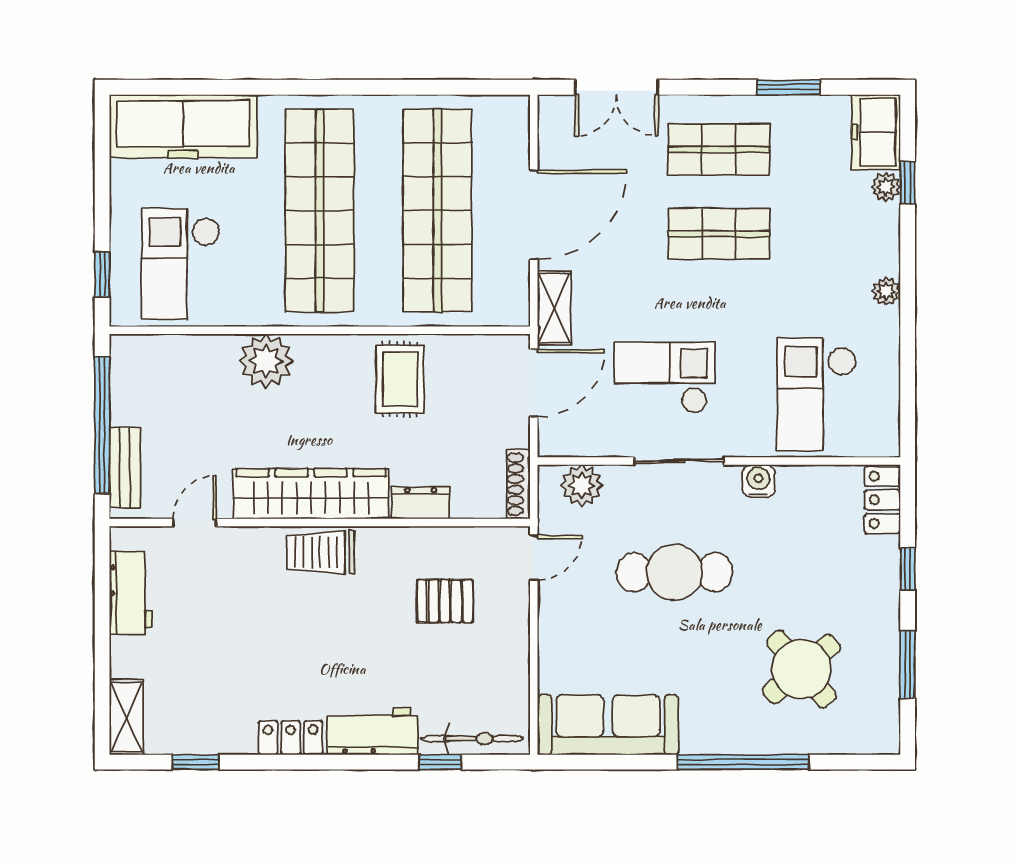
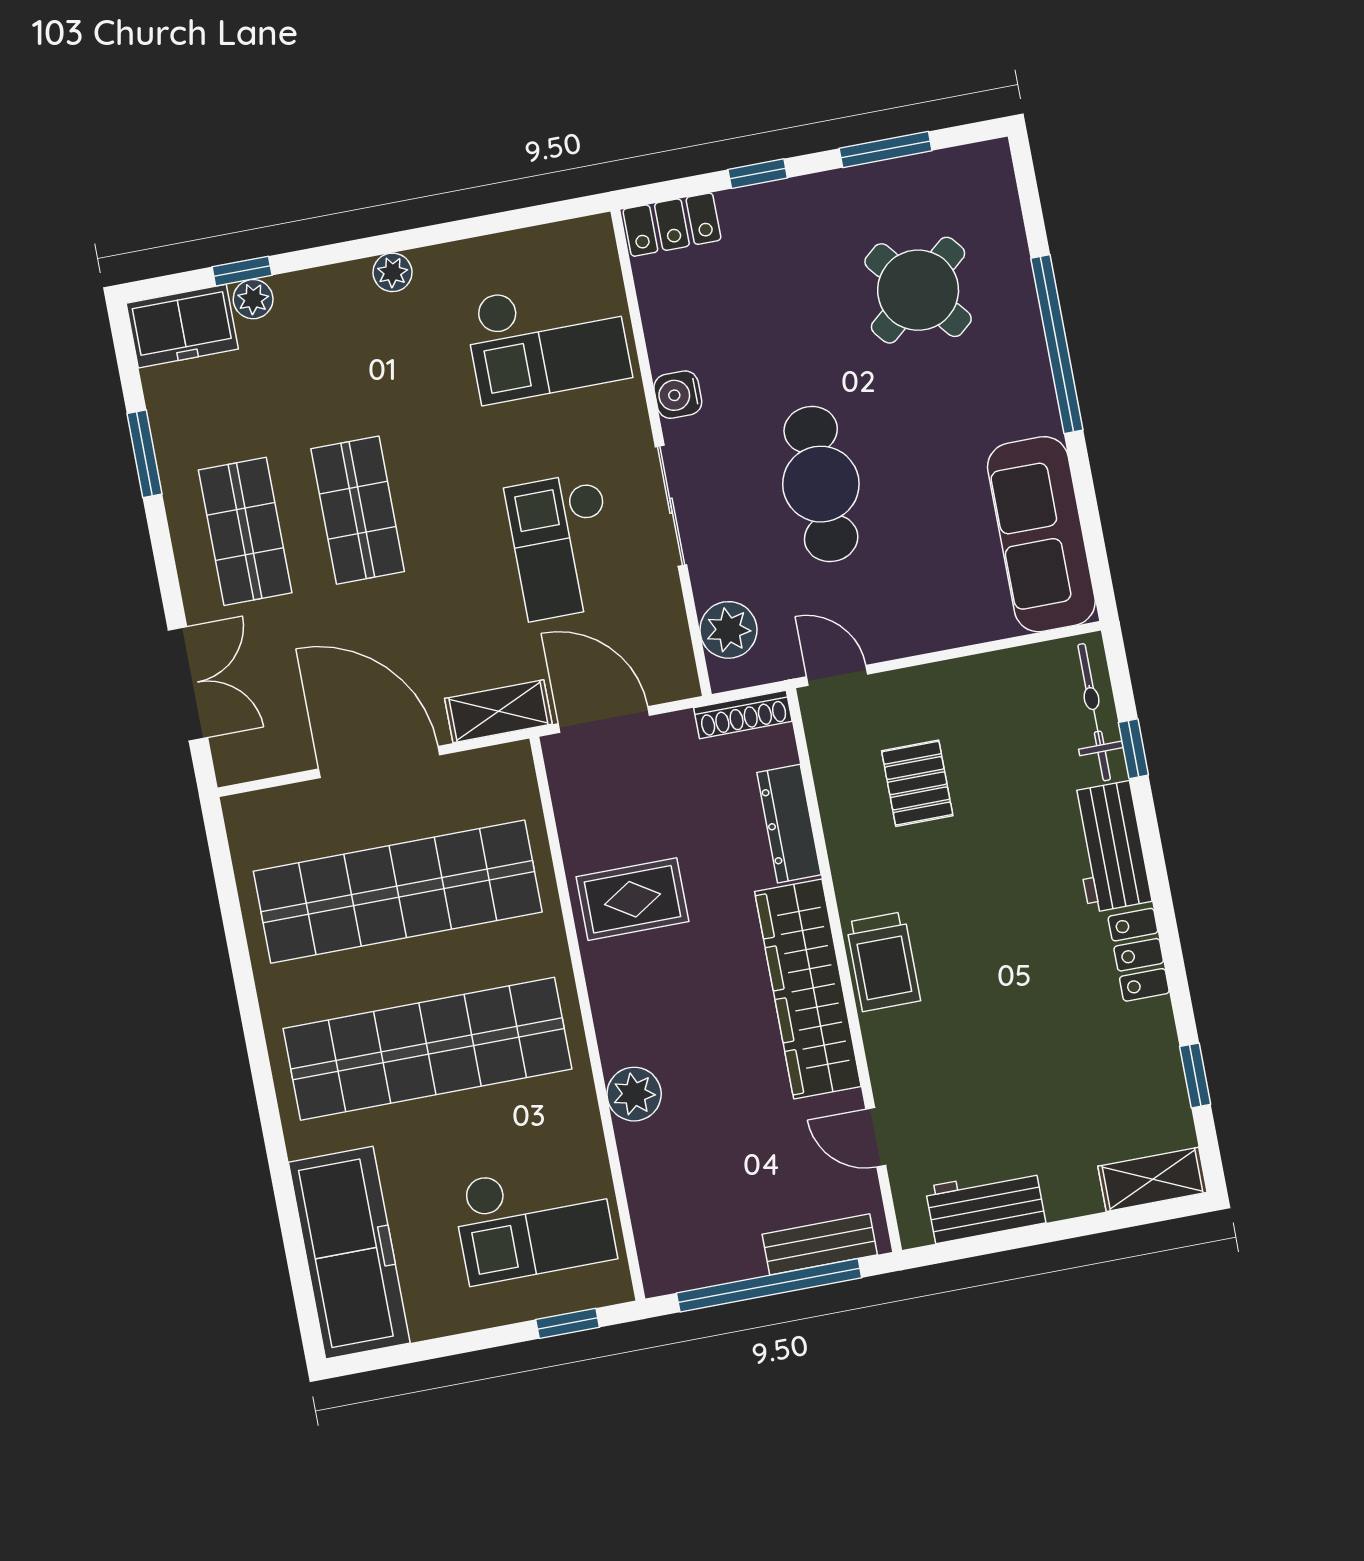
plant: (266, 361) -> (634, 1094), width x0.73, depth x0.73
dresser: (421, 503) -> (789, 824), width x1.44

